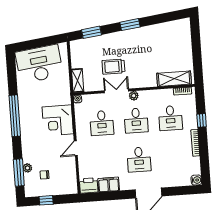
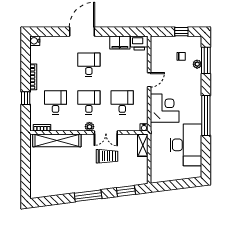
window: (130, 25) -> (88, 196), width x1.44
desk: (39, 64) -> (186, 145), moved, turned -83
shelving: (174, 79) -> (57, 140), width x1.47

